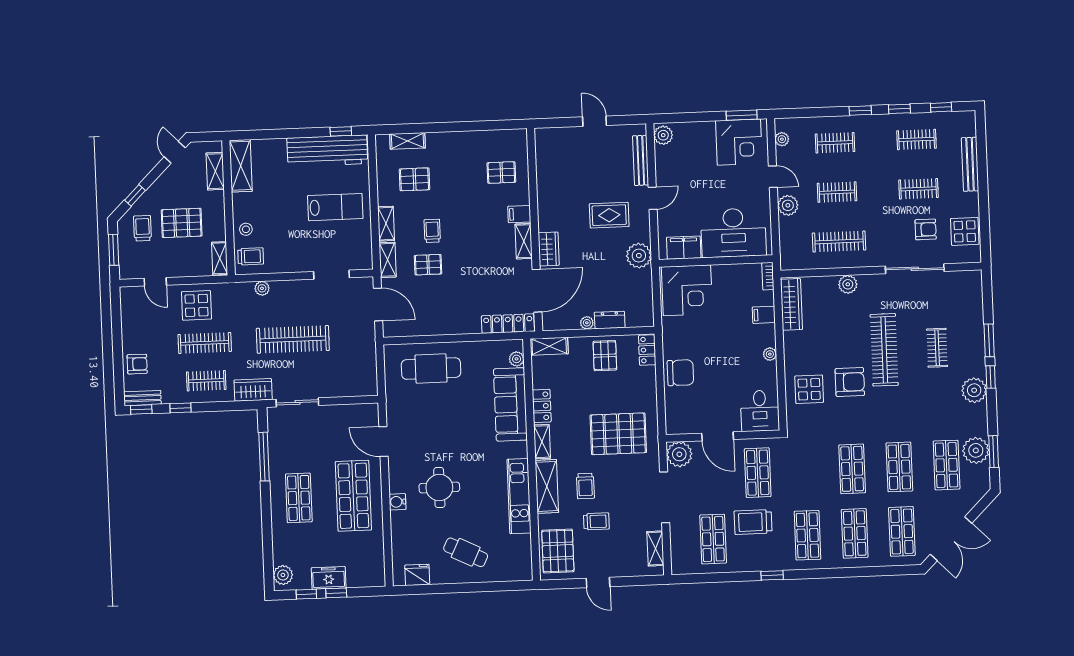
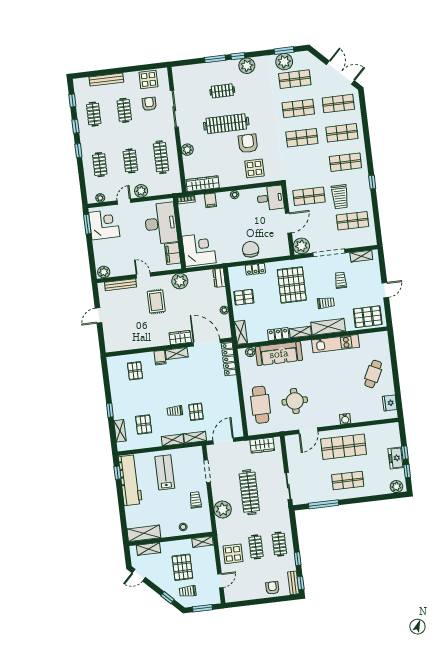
window: (442, 127) -> (110, 410), added
trolley: (251, 256) -> (195, 500), moved
plant: (262, 288) -> (223, 509), width x1.88, depth x1.88
dresser: (610, 320) -> (219, 278), moved
clothes rail: (205, 343) -> (256, 547), width x0.73
locker: (647, 350) -> (255, 269), moved
wardrobe: (253, 390) -> (262, 445), moved, turned -90
round table: (439, 488) -> (295, 401), moved
trolley: (596, 521) -> (341, 280), moved

